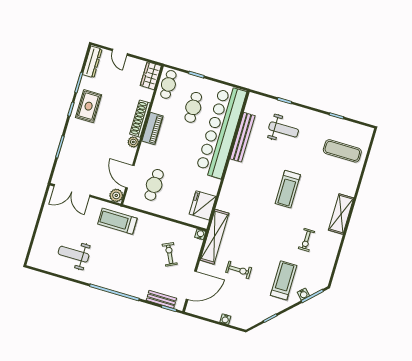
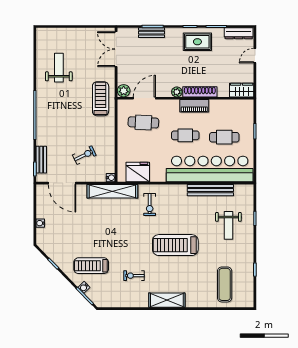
cafe table: (168, 84) -> (185, 135), moved
bench: (66, 150) -> (152, 33), added
treadmill: (288, 189) -> (175, 245), width x1.37, depth x1.38
exercise bike: (239, 270) -> (150, 205), moved
treadmill: (284, 280) -> (91, 266), turned 180

